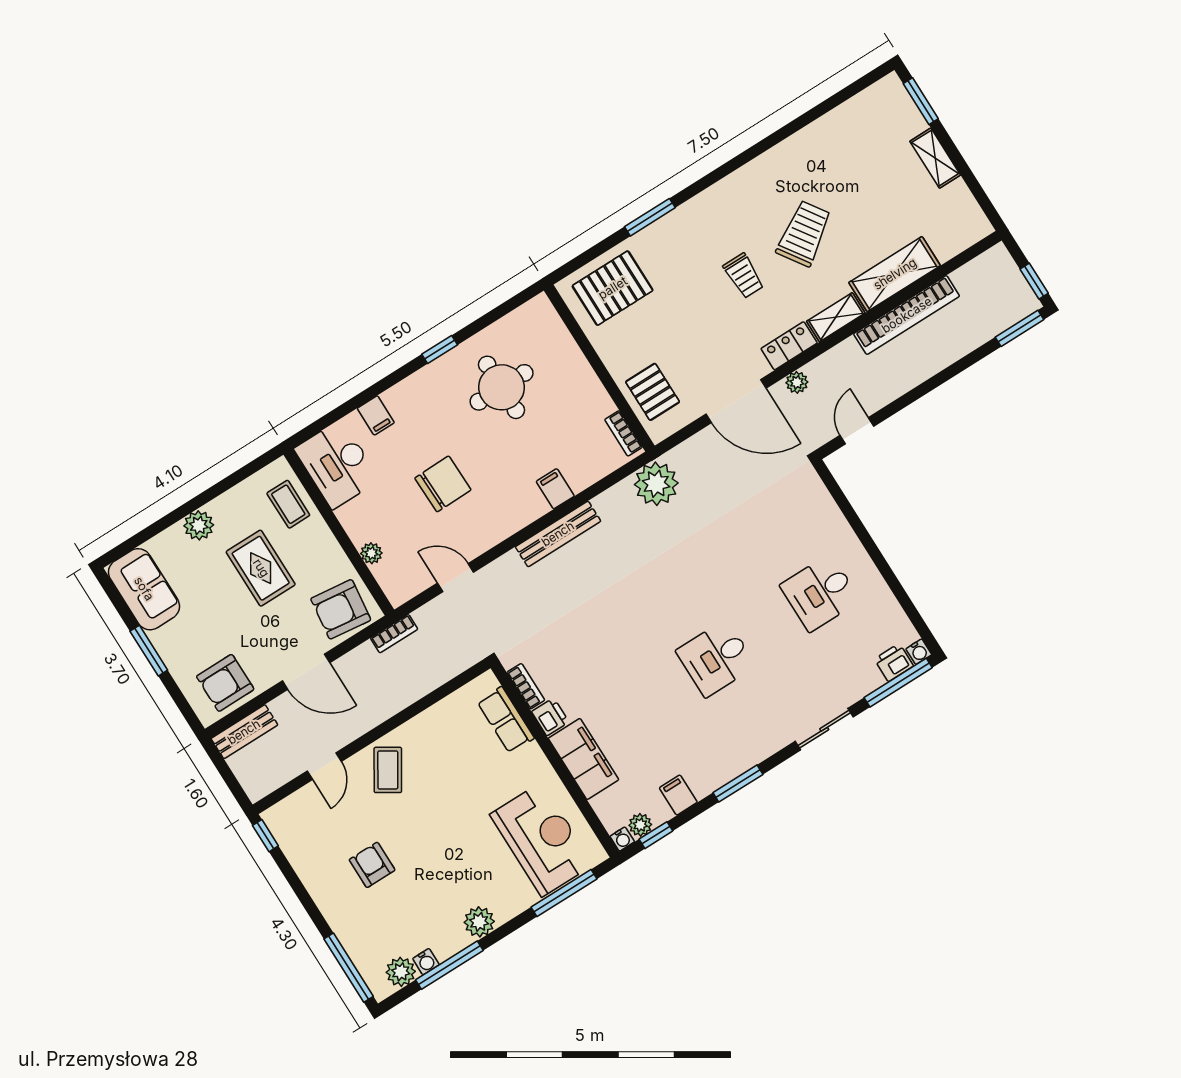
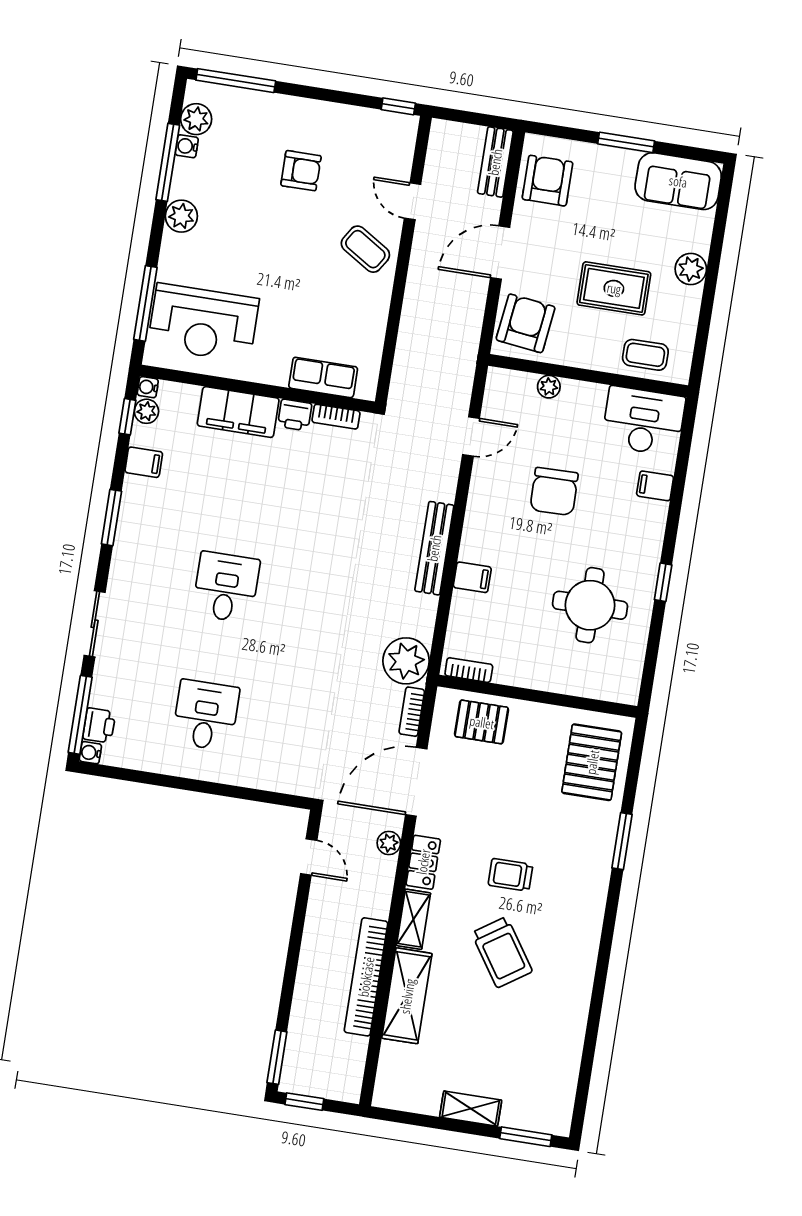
bookcase: (394, 634) -> (412, 712), moved

